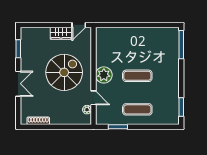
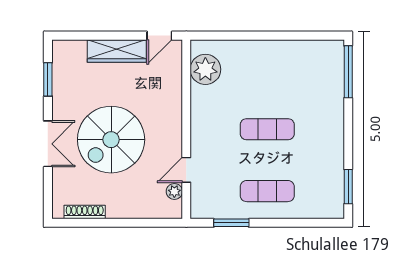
wardrobe: (61, 33) -> (117, 51), width x1.50
spiral stairs: (64, 72) -> (111, 140), moved, turned 180
plant: (104, 75) -> (205, 69), moved
door: (93, 98) -> (186, 170), swing flipped

